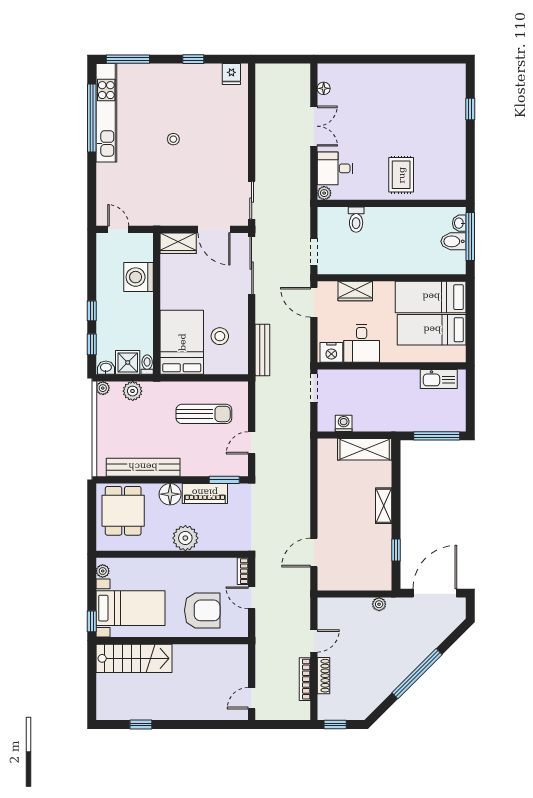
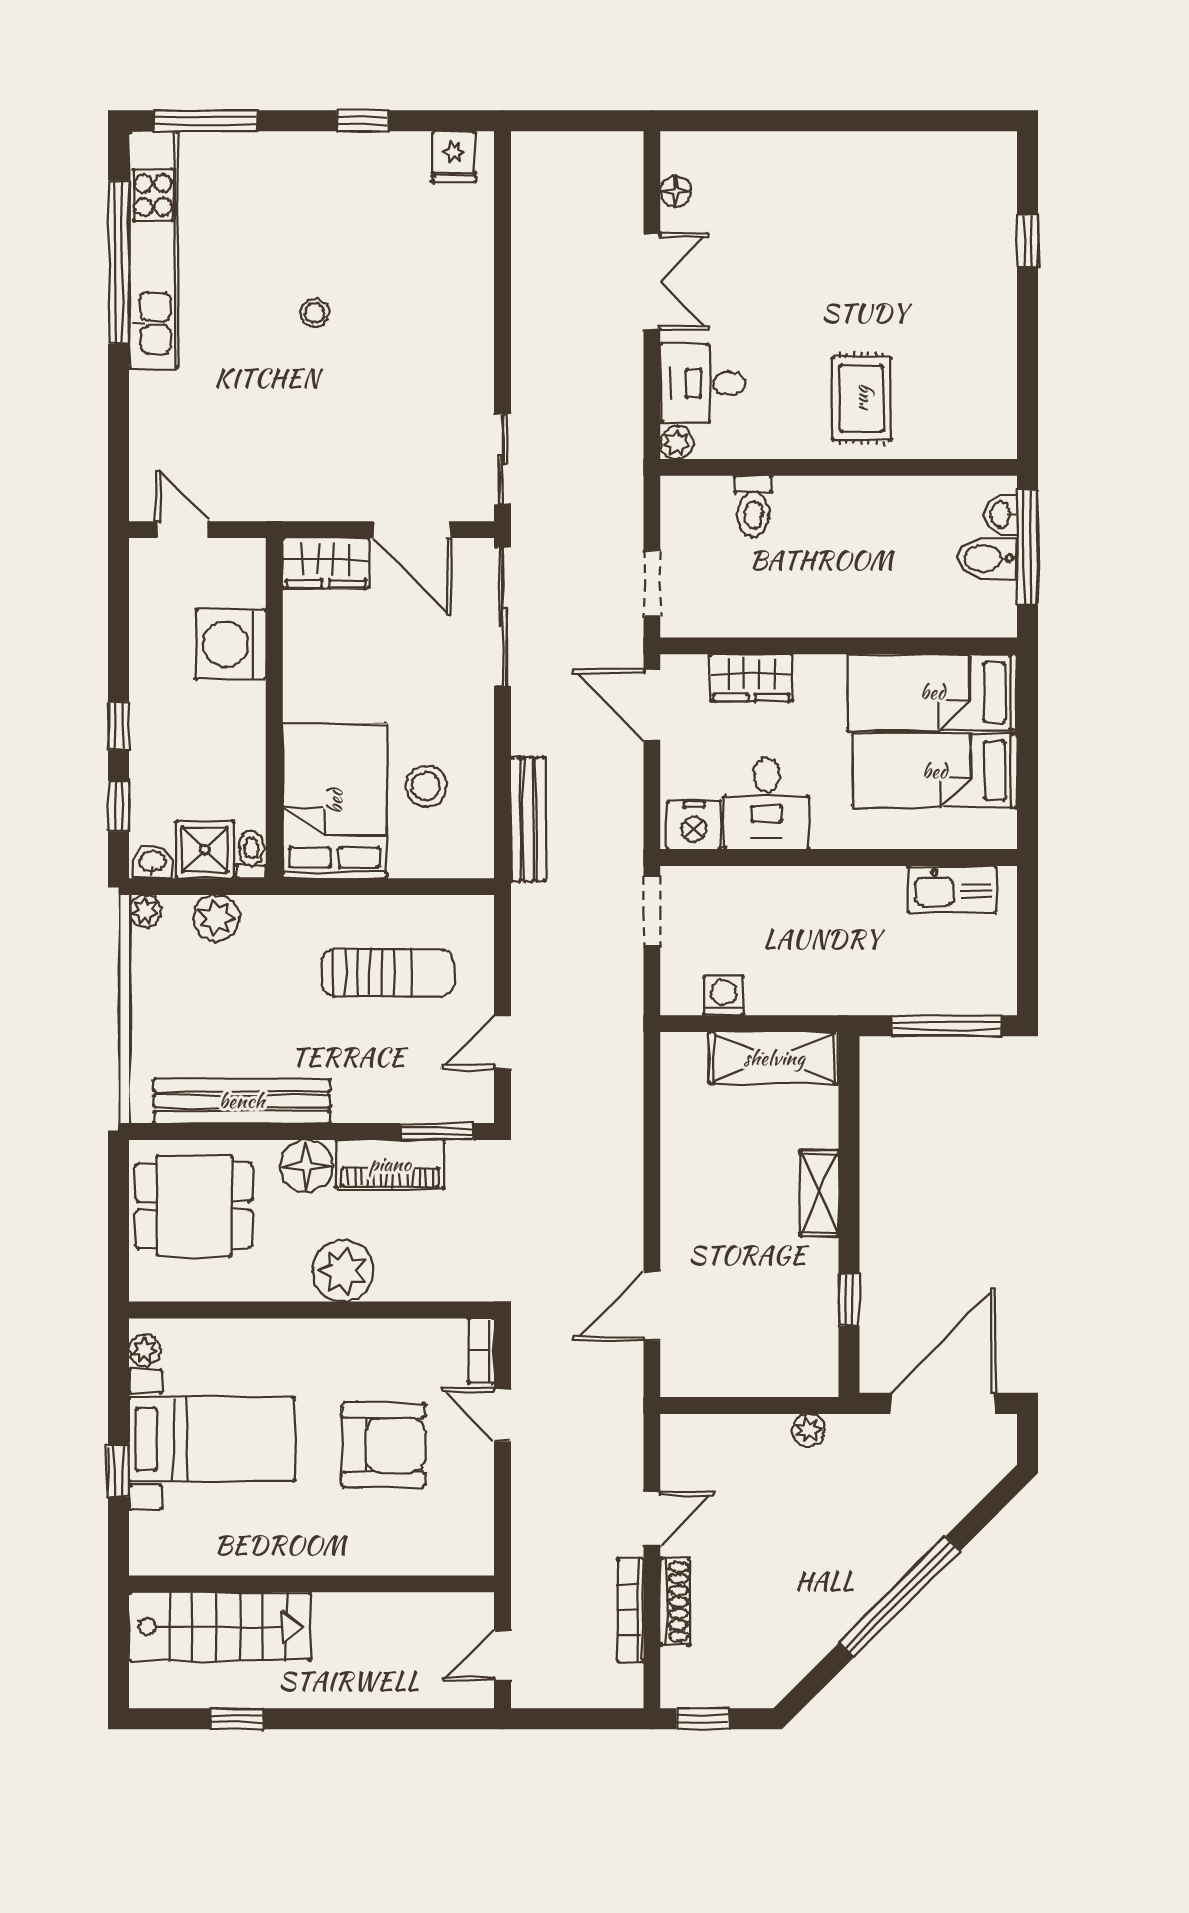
dining table: (123, 511) -> (194, 1206), turned 90
wall: (172, 641) -> (312, 1584), moved
stairs: (134, 658) -> (220, 1627), moved

